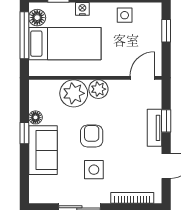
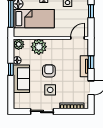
plant: (98, 89) -> (19, 44), moved

